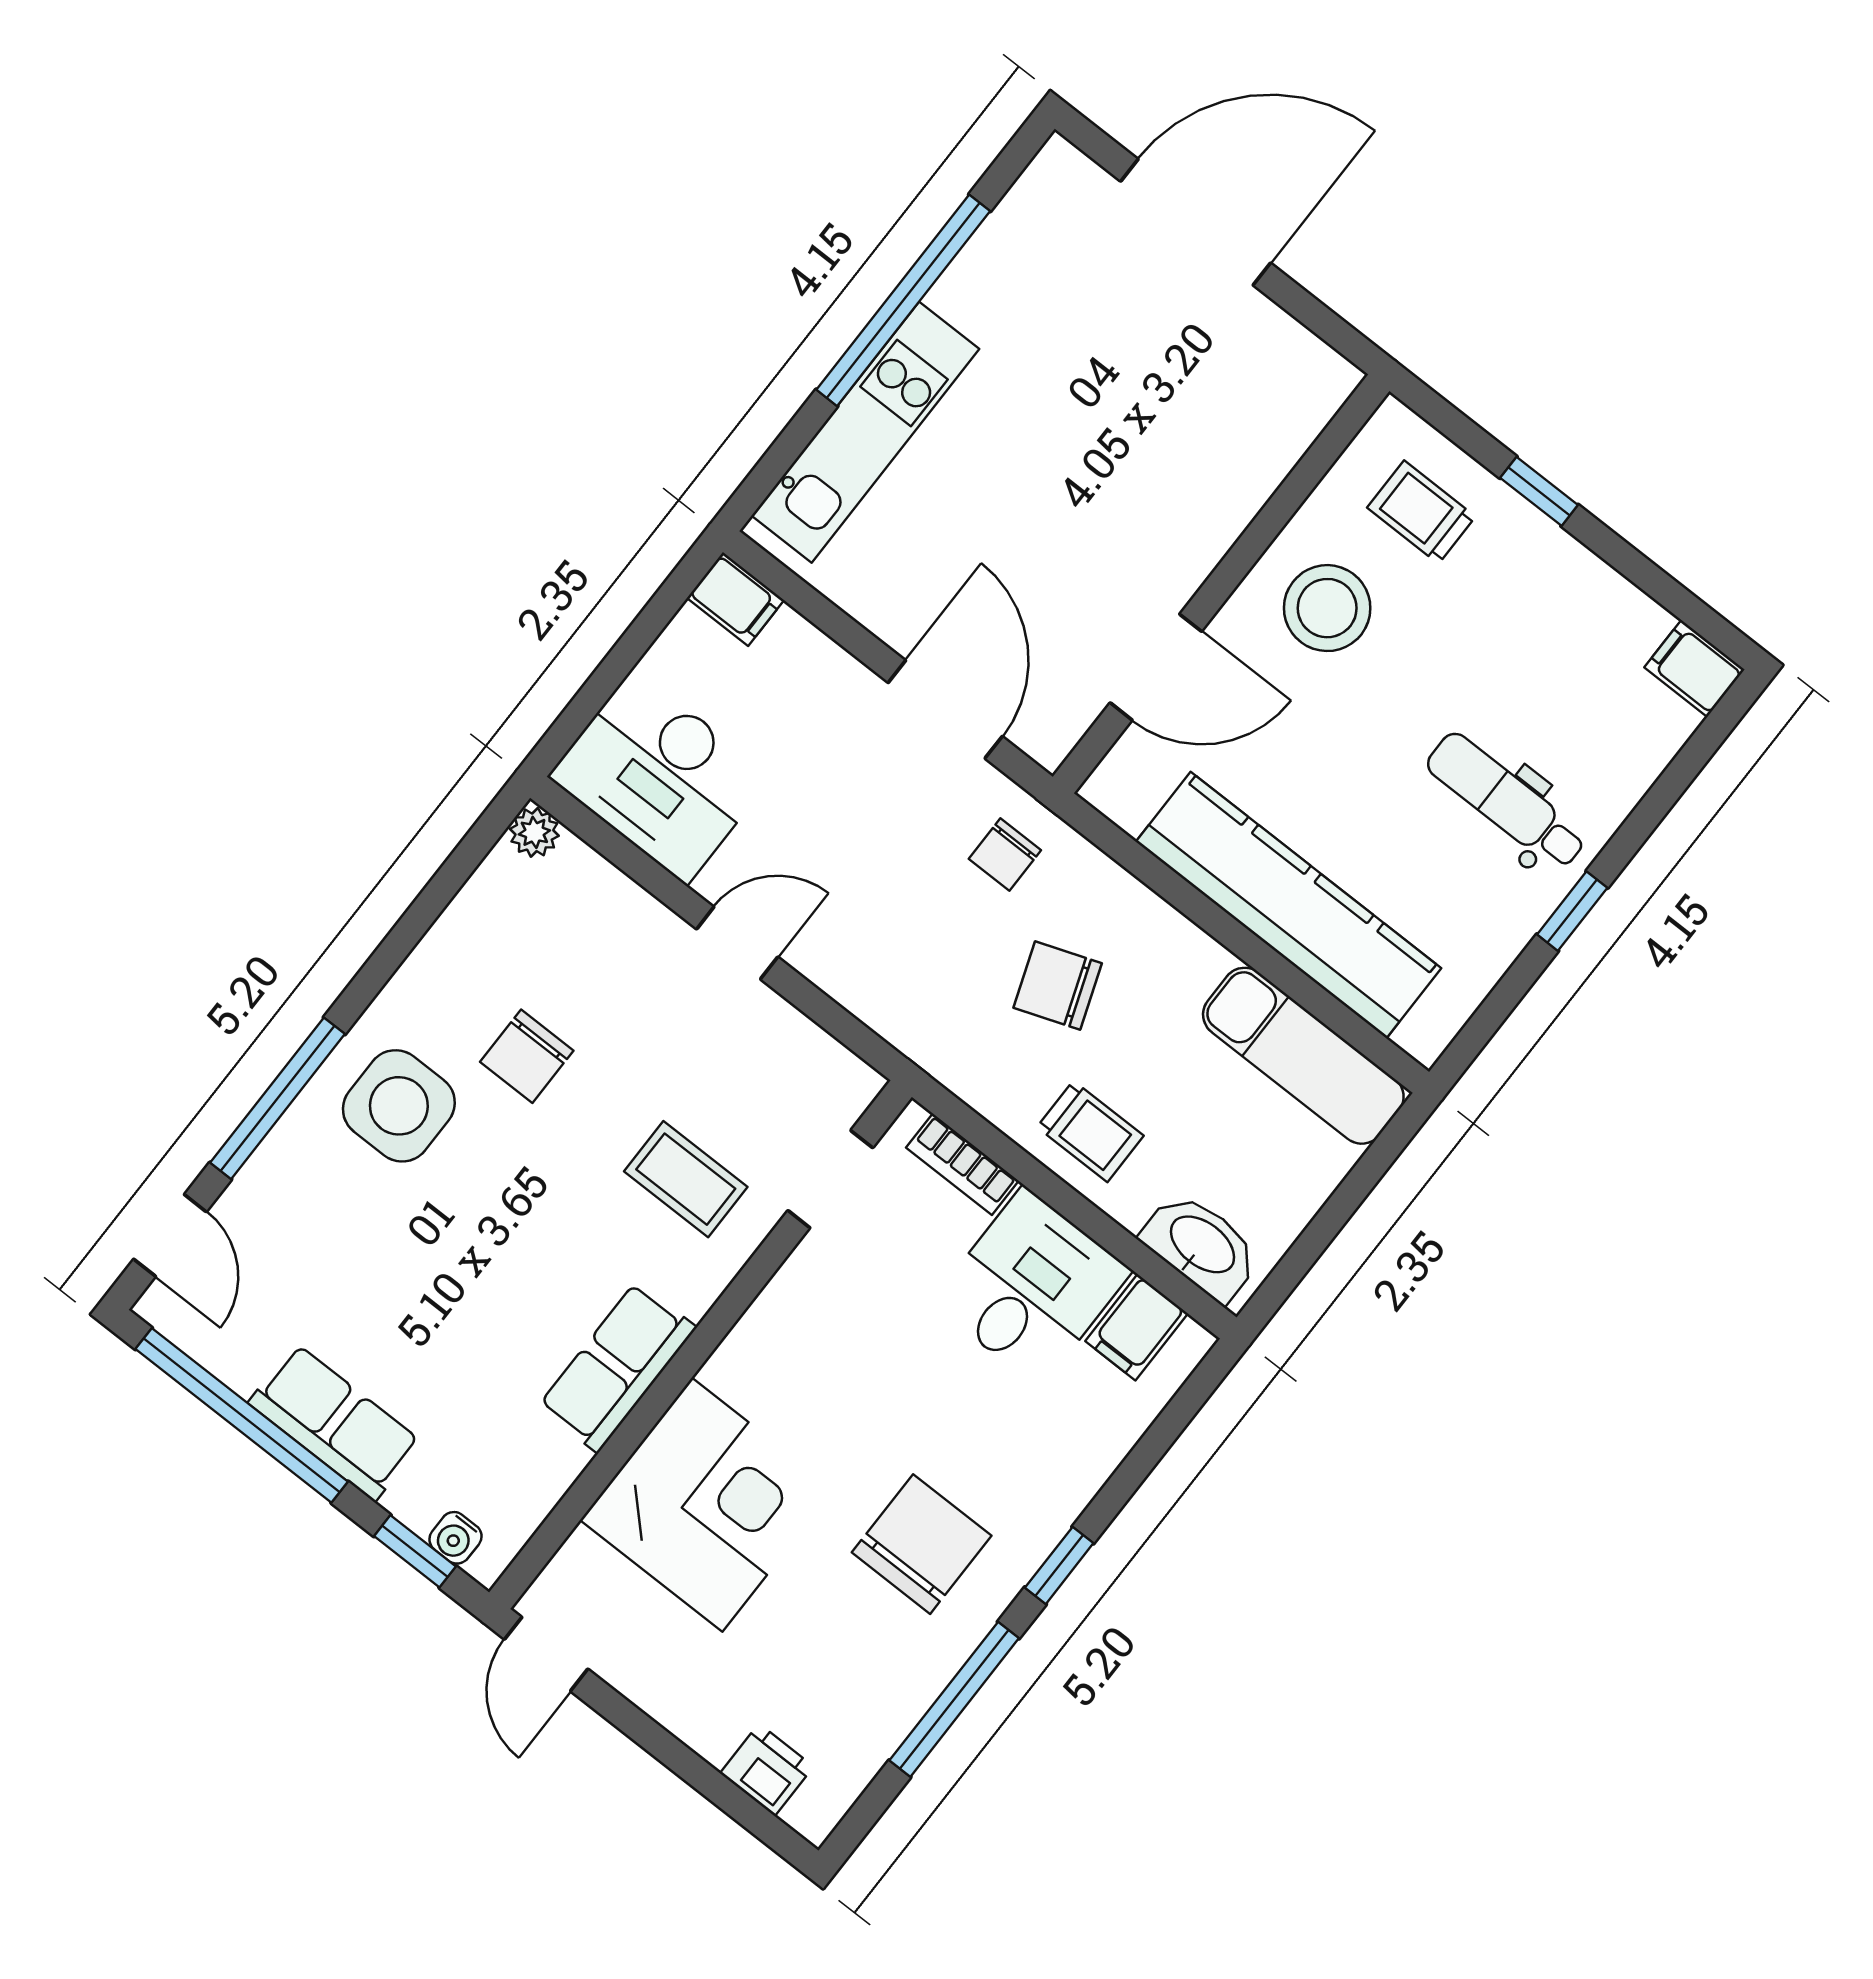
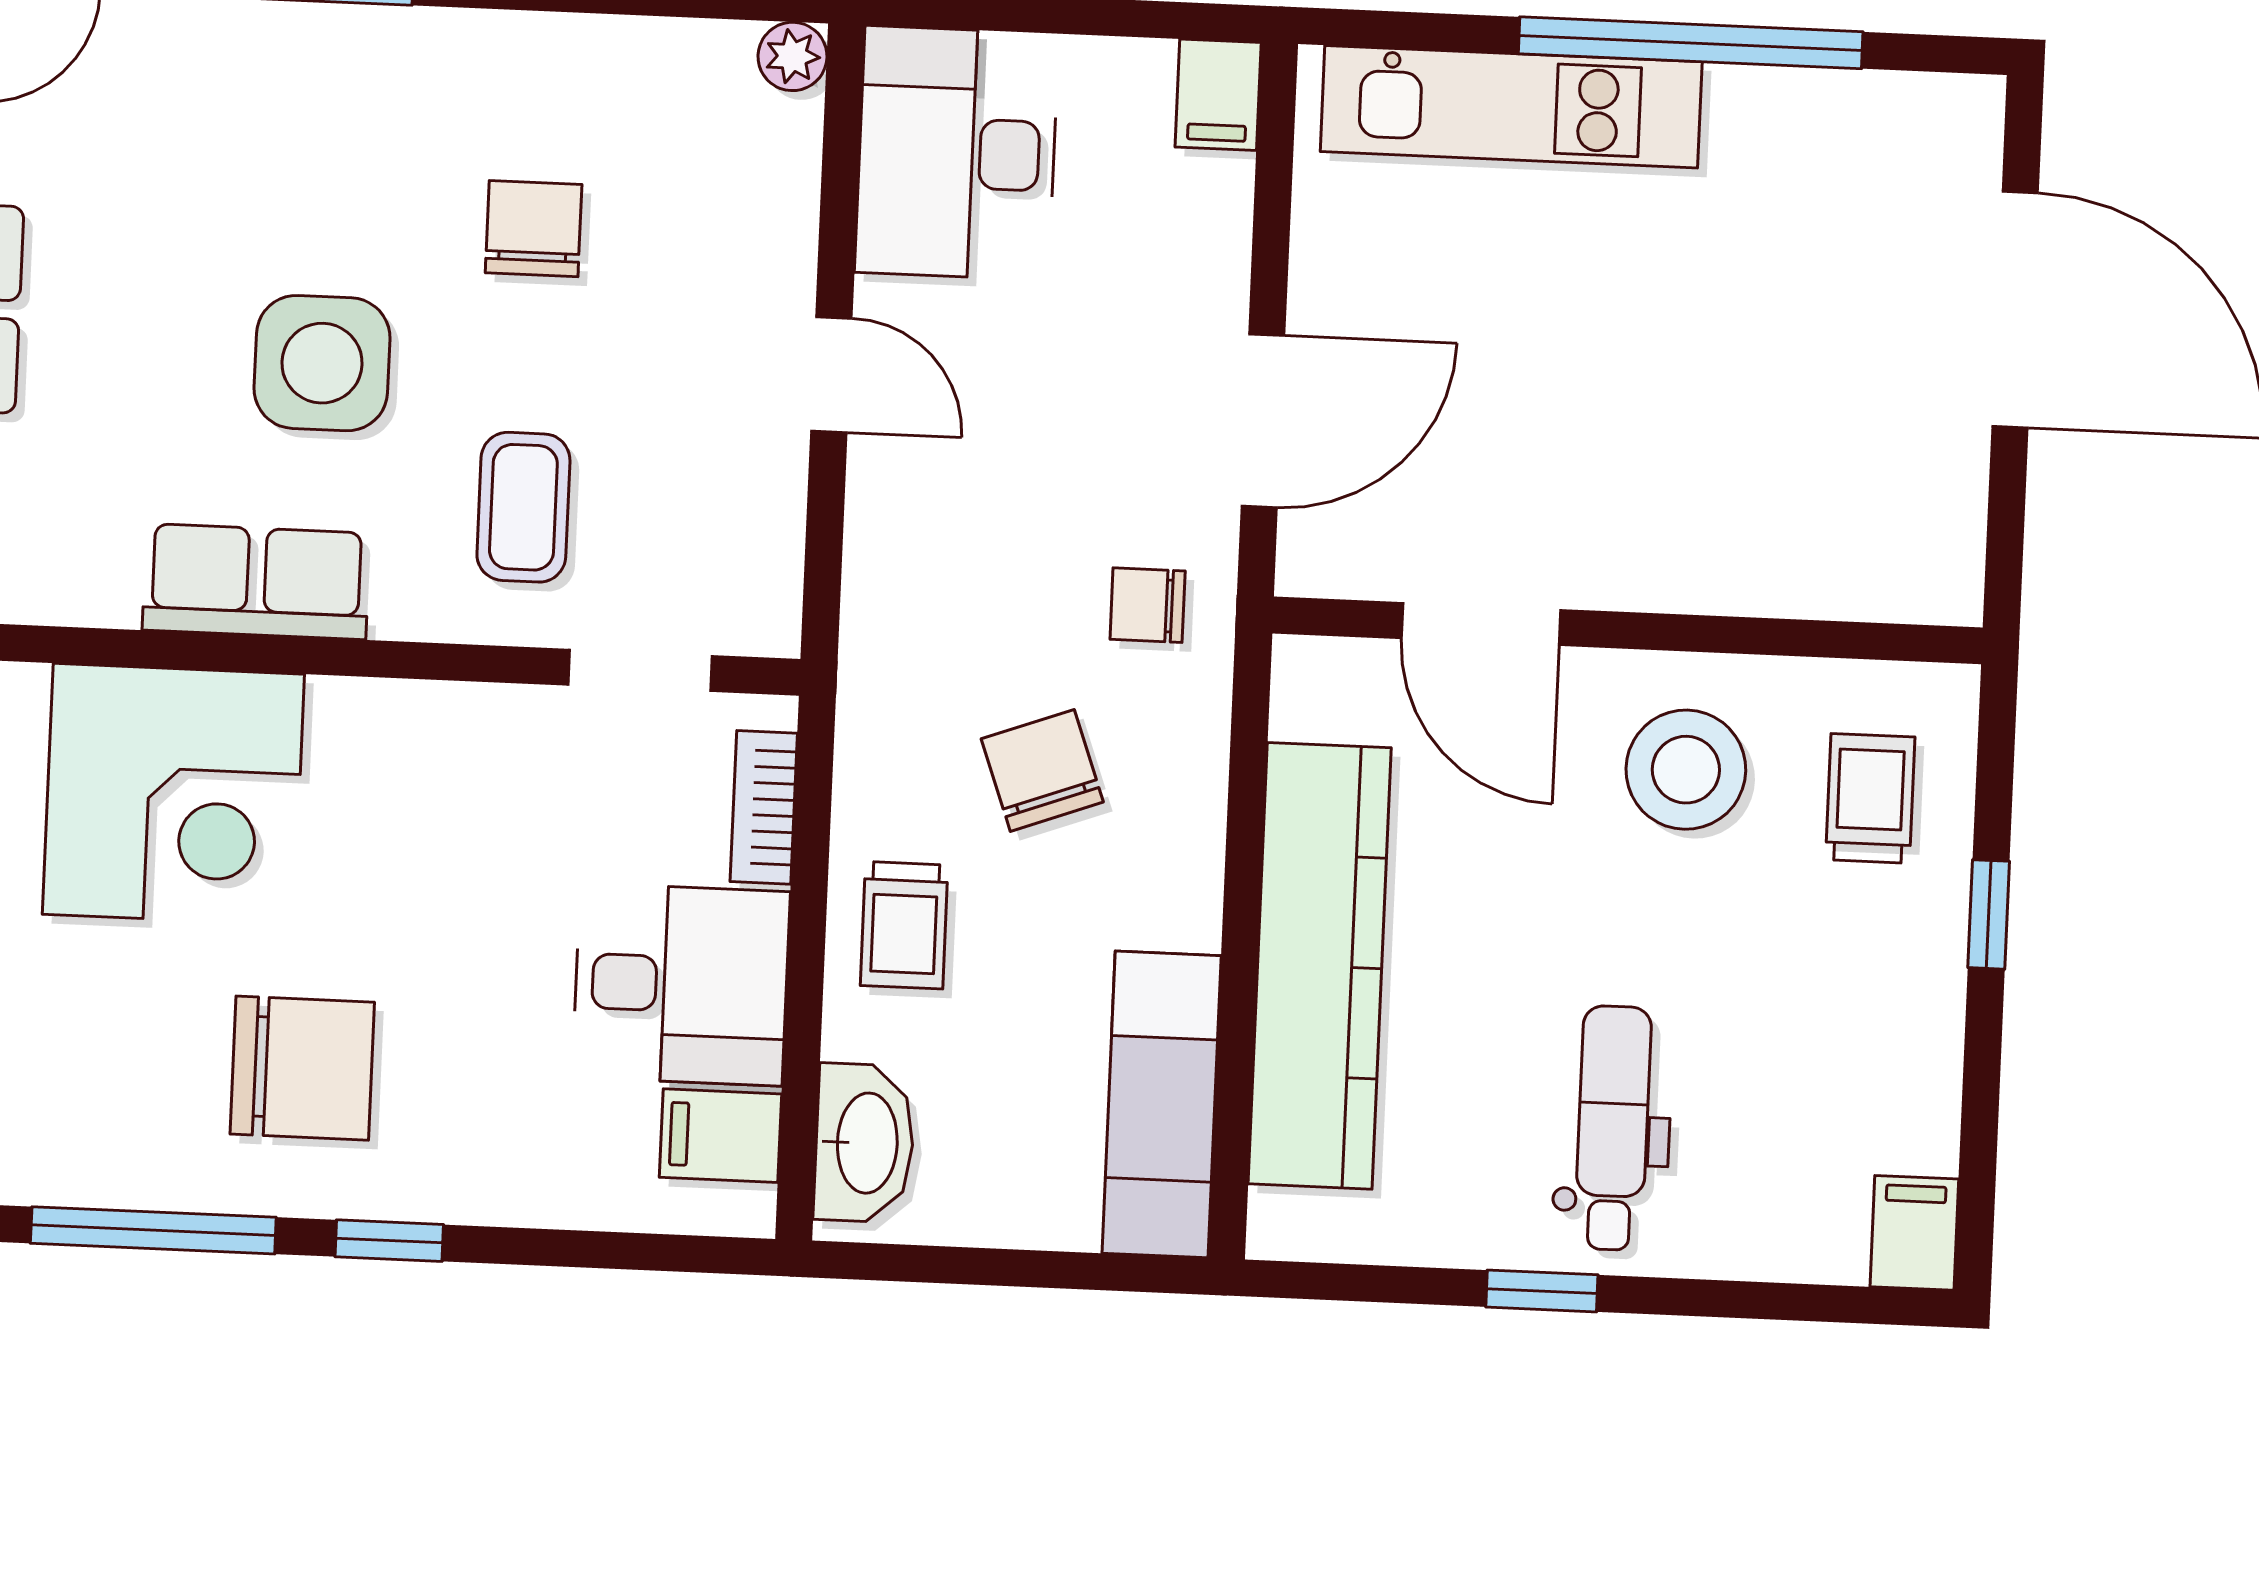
chair: (527, 1056) -> (534, 229), turned 90
side table: (399, 1106) -> (322, 363), moved

